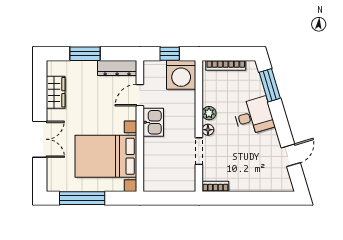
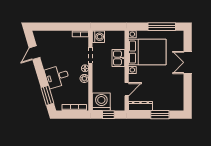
wardrobe: (56, 92) -> (178, 91), removed
kitchen sink: (153, 122) -> (118, 58), moved
washing machine: (186, 181) -> (98, 37), added

